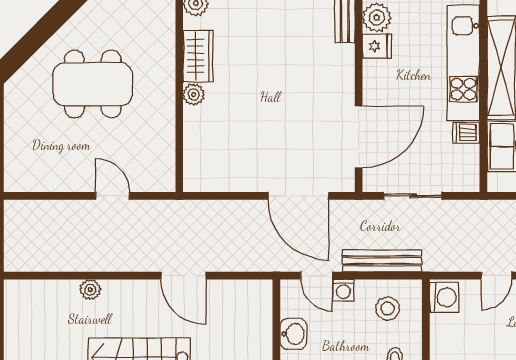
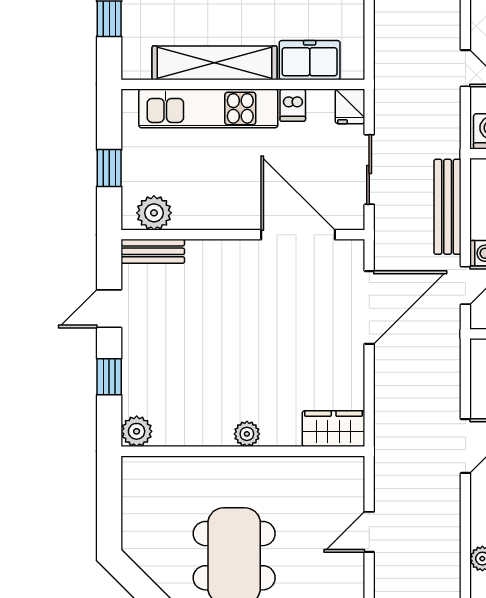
fridge: (377, 46) -> (350, 106), moved, turned 180
wardrobe: (198, 56) -> (334, 429), moved

